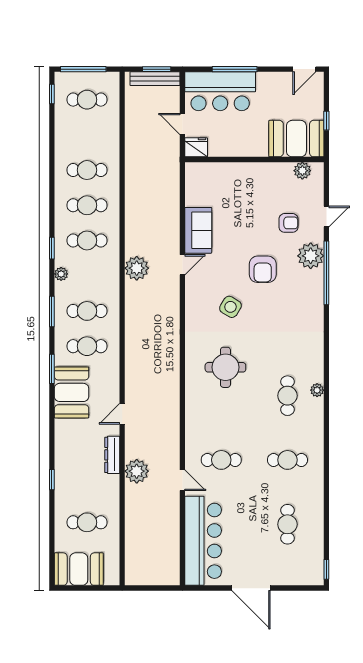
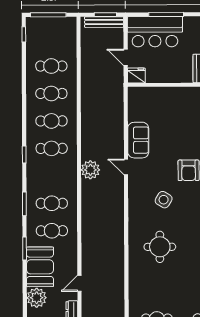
cafe table: (87, 100) -> (51, 66), moved
door: (182, 265) -> (126, 167), swing flipped
plant: (61, 274) -> (37, 298), moved, width x1.87, depth x1.87

